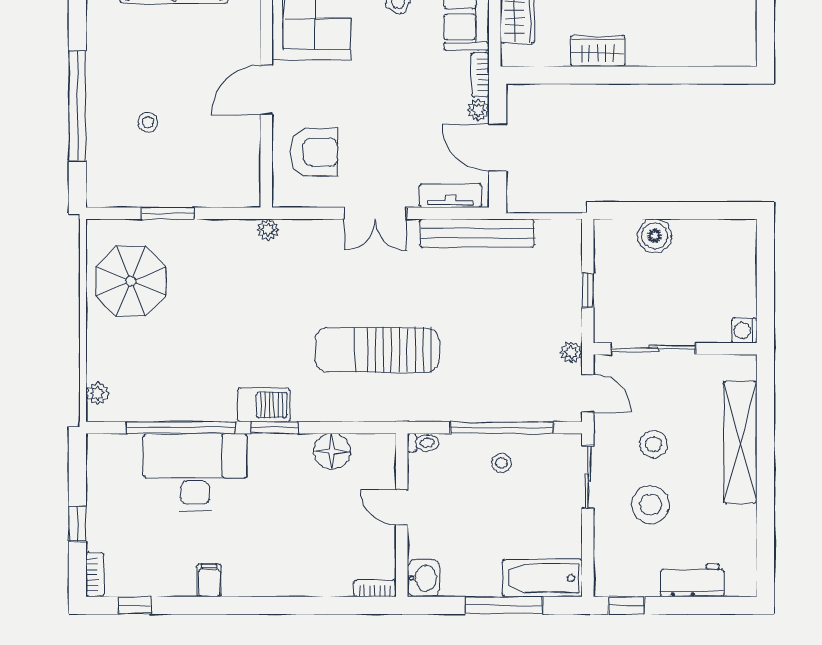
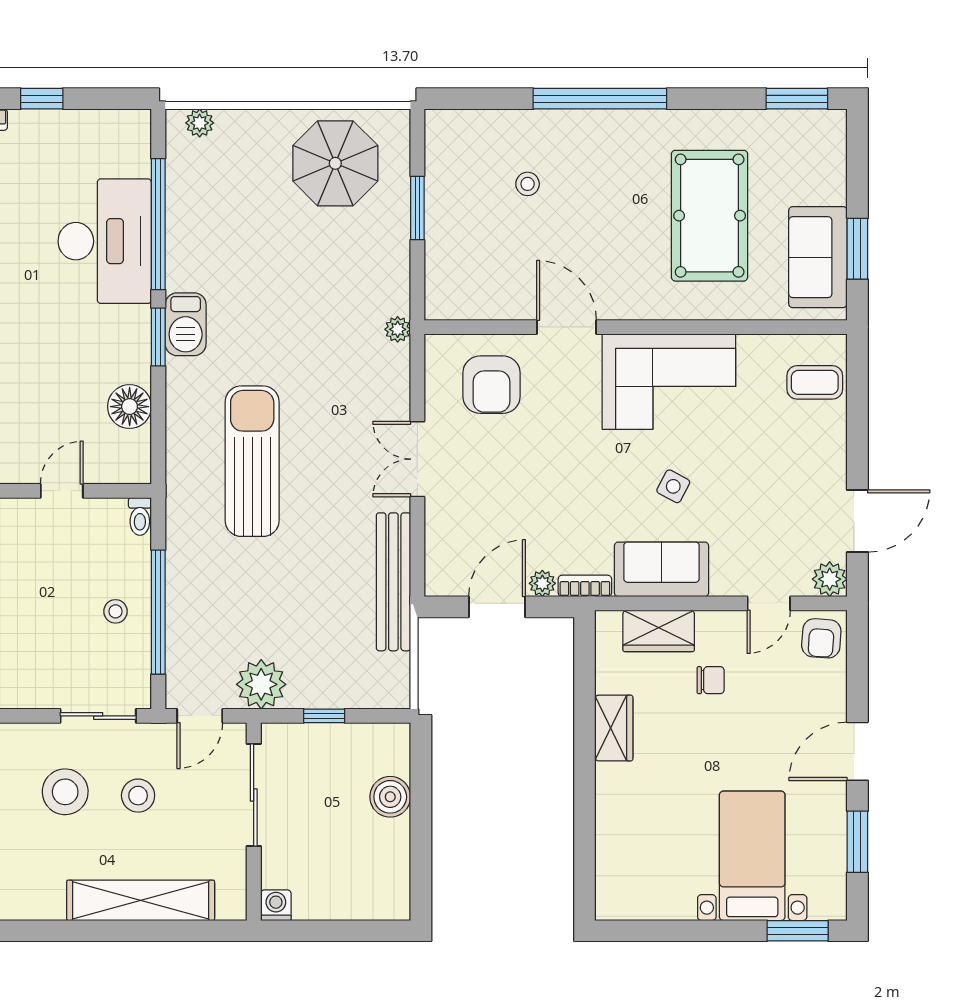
window: (77, 106) -> (600, 99), moved
tv unit: (450, 196) -> (439, 550), removed
plant: (571, 352) -> (261, 684), width x1.88, depth x1.88

